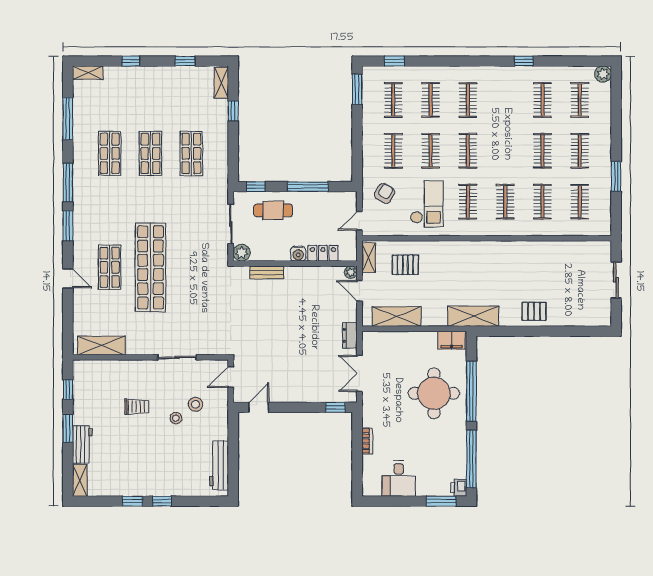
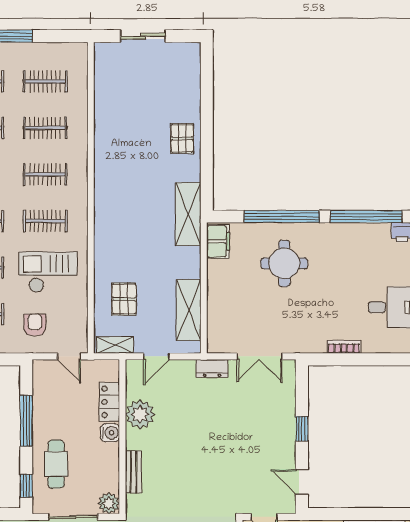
armchair: (385, 193) -> (35, 325), turned 60
plant: (351, 272) -> (140, 414), moved, width x1.88, depth x1.88
round table: (434, 393) -> (284, 263), width x0.73, depth x0.73
window: (335, 407) -> (302, 429), moved

